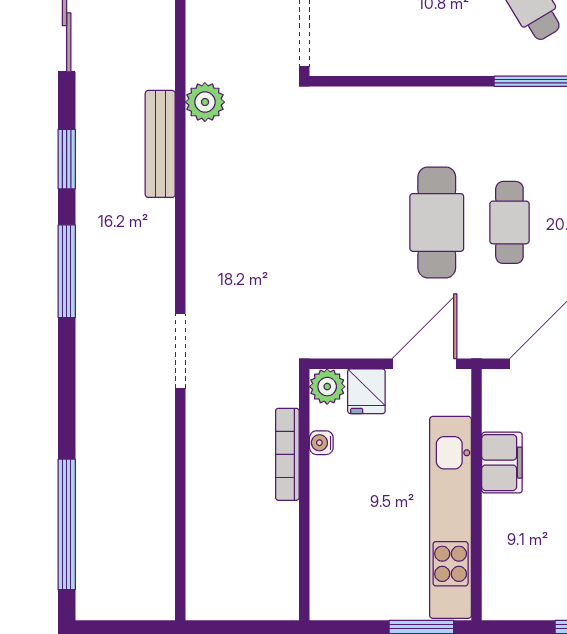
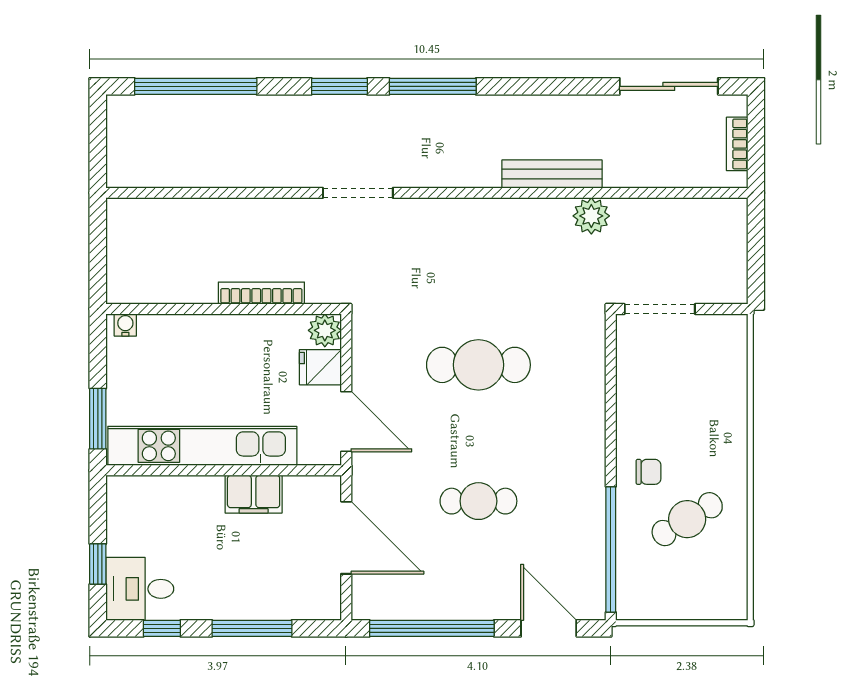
chair: (478, 41) -> (649, 472), added
window: (67, 159) -> (339, 86), moved
cafe table: (437, 222) -> (478, 365), moved
water cooler: (321, 443) -> (125, 325), moved

